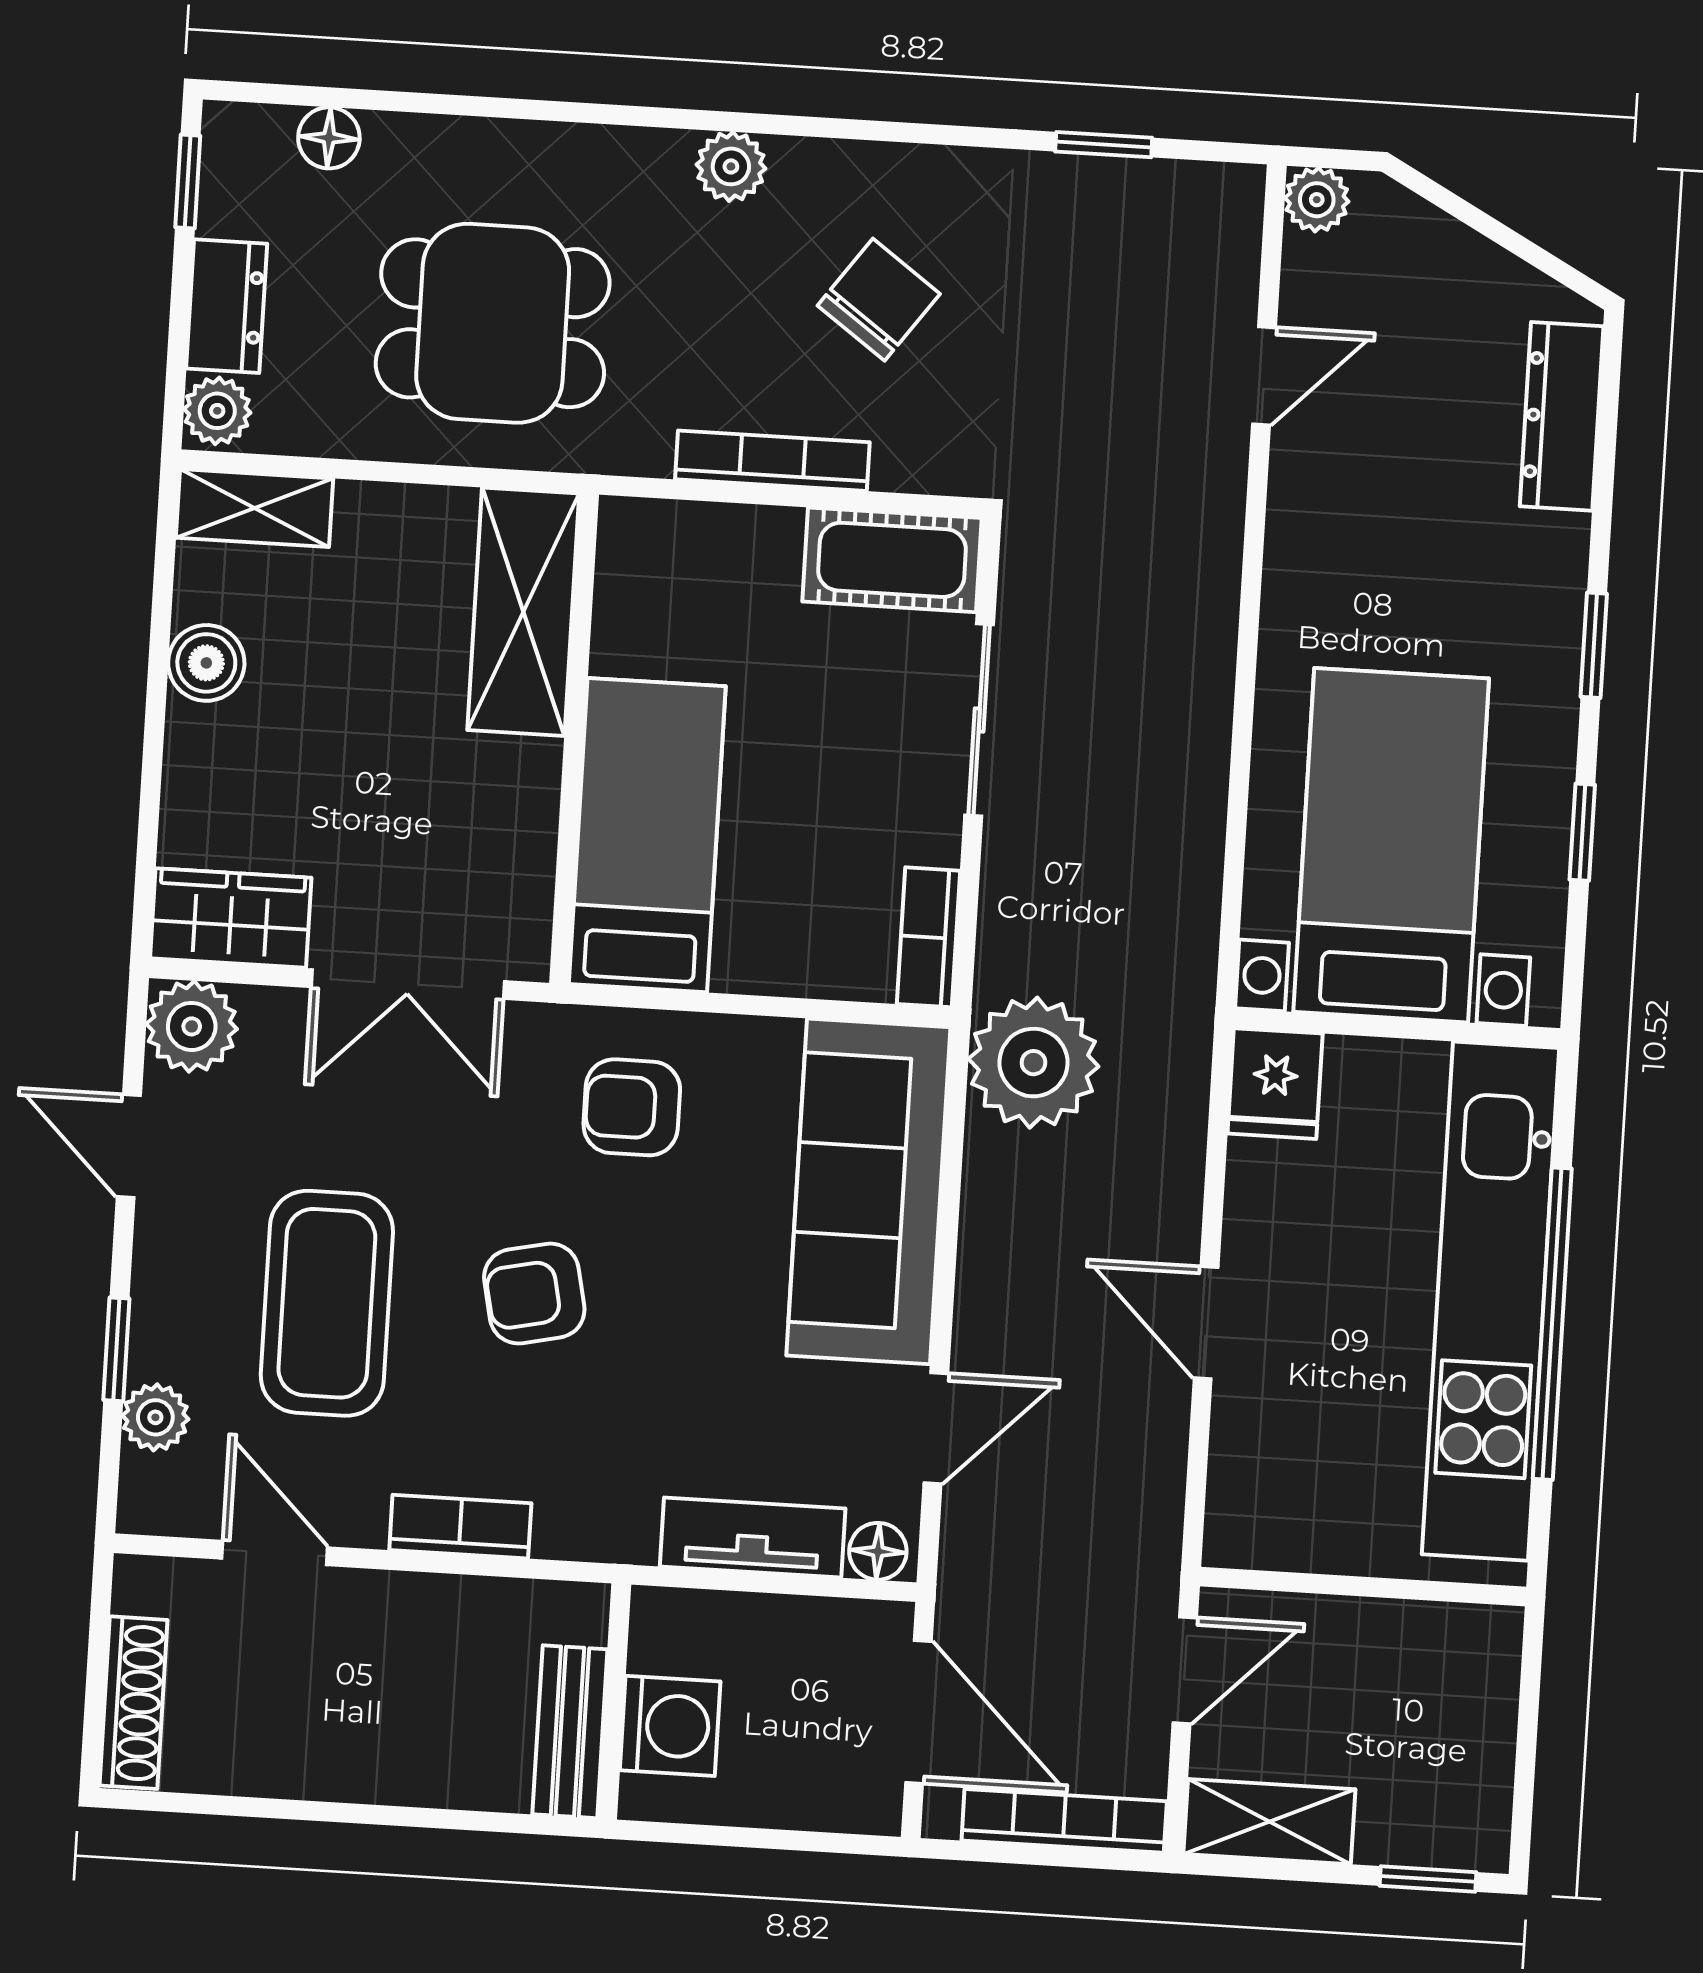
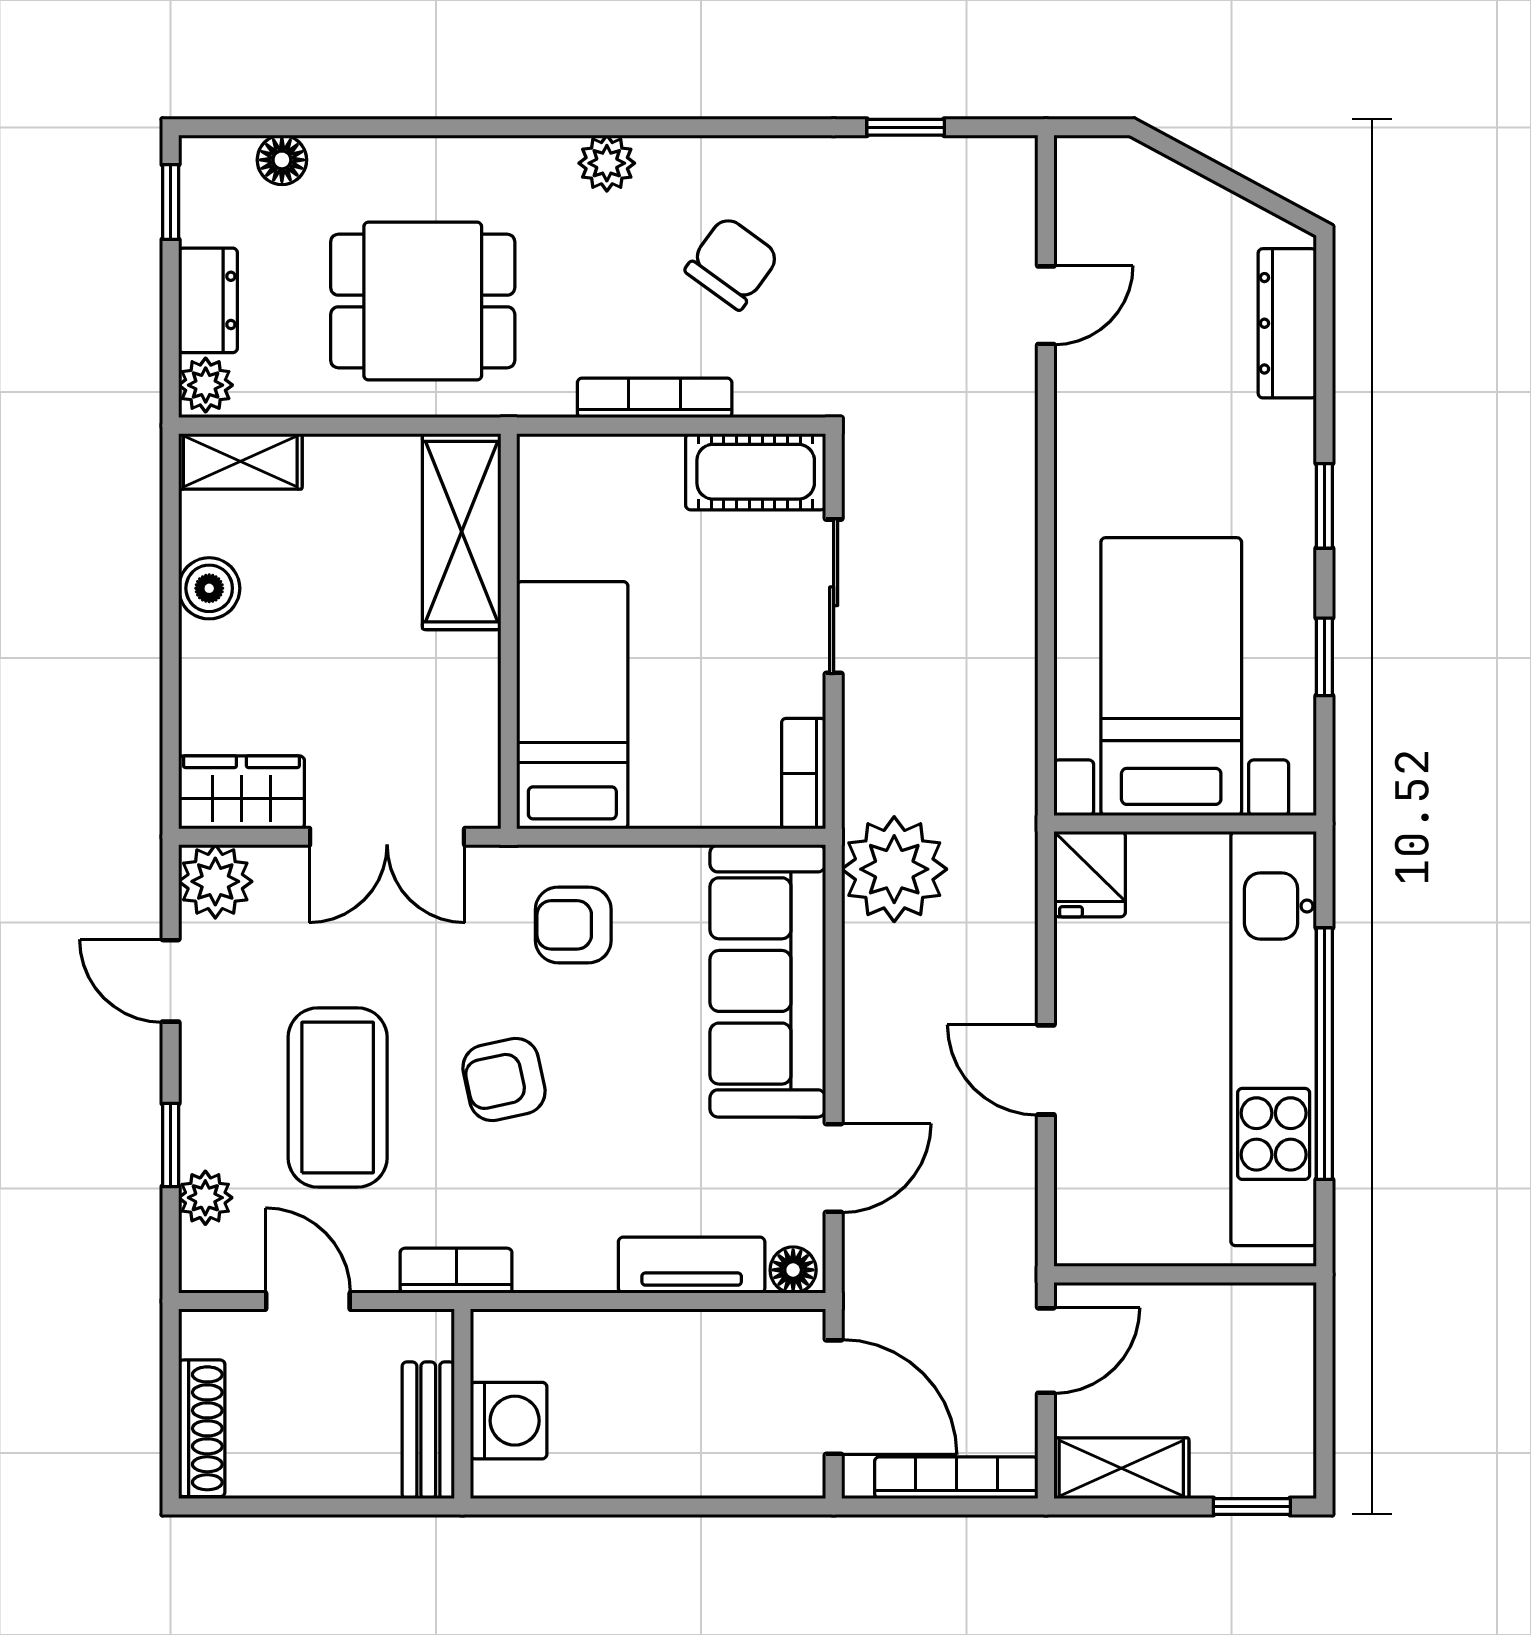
plant: (1317, 200) -> (1080, 161), removed
wall: (614, 1701) -> (462, 1404), moved
washing machine: (670, 1726) -> (509, 1421), moved
bench: (570, 1732) -> (428, 1430), moved

